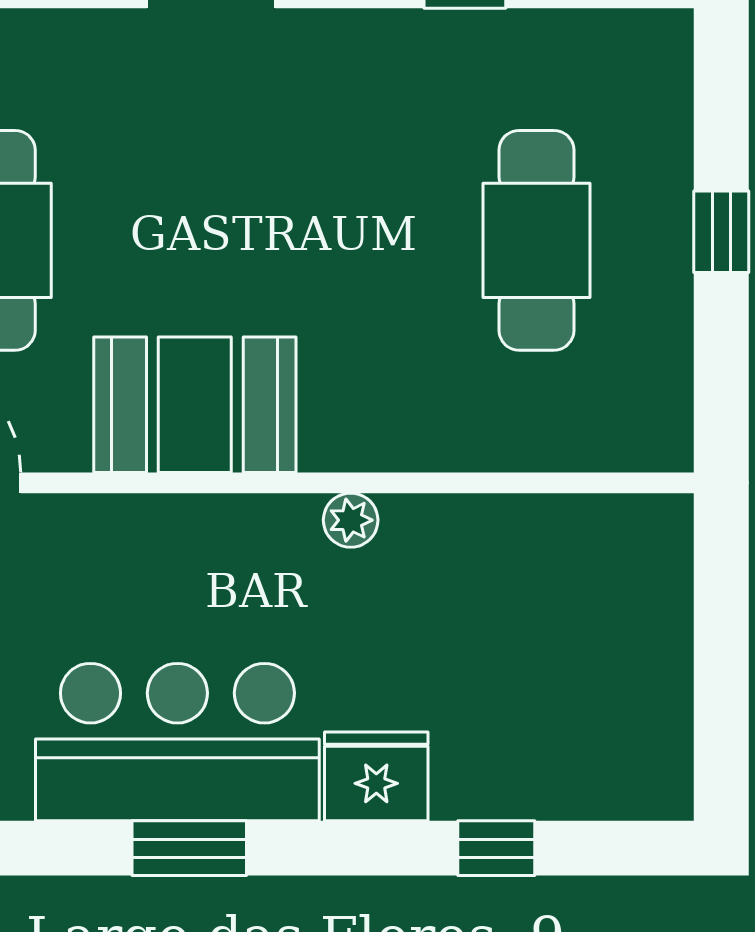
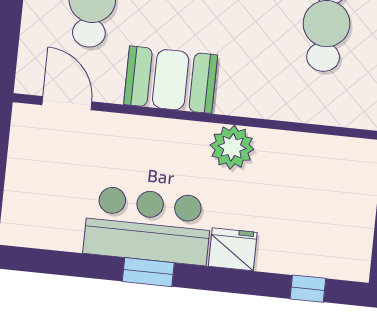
plant: (351, 520) -> (232, 147), width x1.88, depth x1.88
window: (496, 848) -> (308, 289), moved

